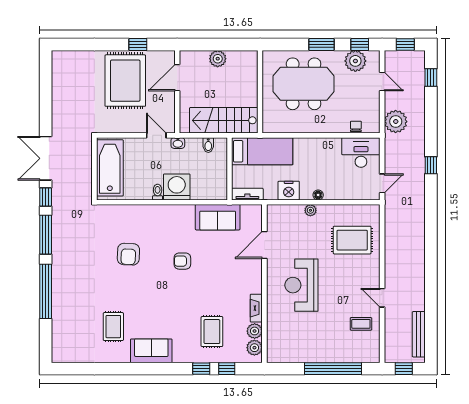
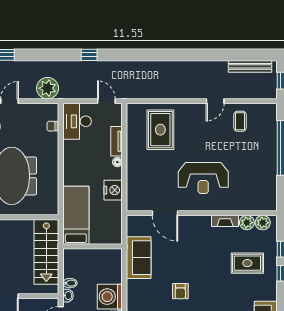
bidet: (208, 145) -> (70, 283), moved
tv unit: (247, 194) -> (117, 141), moved
plant: (310, 210) -> (132, 169), removed

